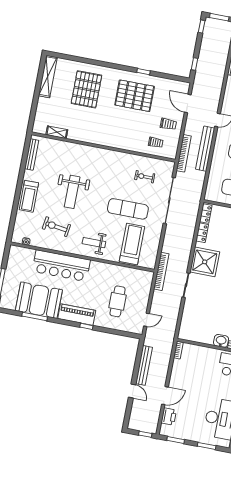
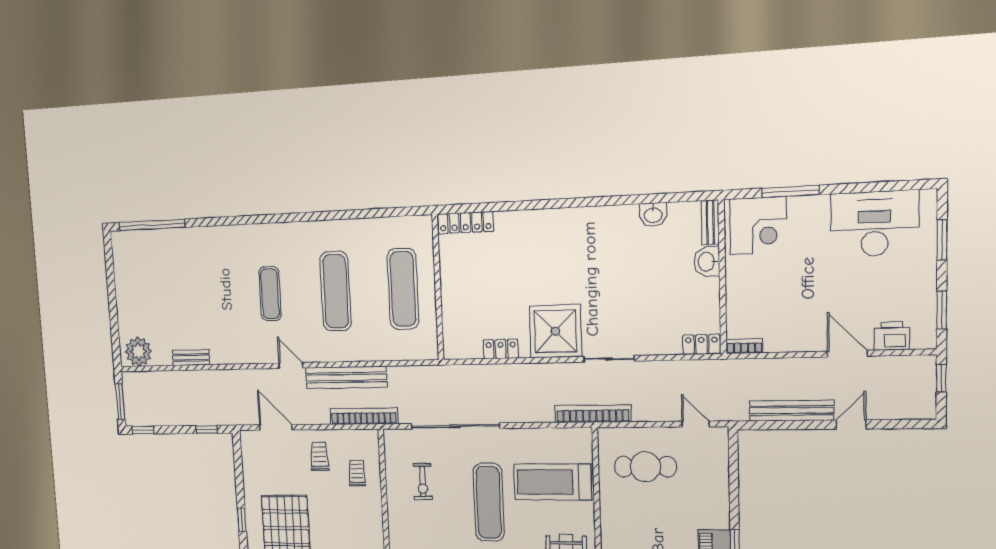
door: (188, 104) -> (276, 427), swing flipped
locker: (206, 214) -> (701, 344), moved
cafe table: (118, 301) -> (645, 467), moved

